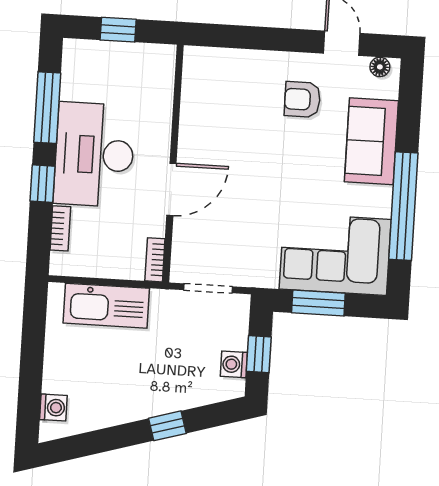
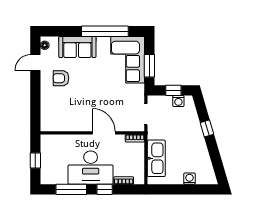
armchair: (302, 99) -> (61, 78), turned 90
washing machine: (53, 407) -> (190, 179), moved

